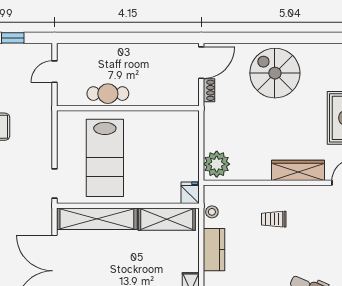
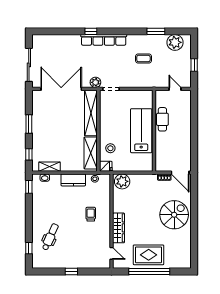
lab bench: (105, 158) -> (141, 131), moved, turned 90
stool: (158, 185) -> (110, 148), added
plant: (43, 211) -> (95, 82), added

